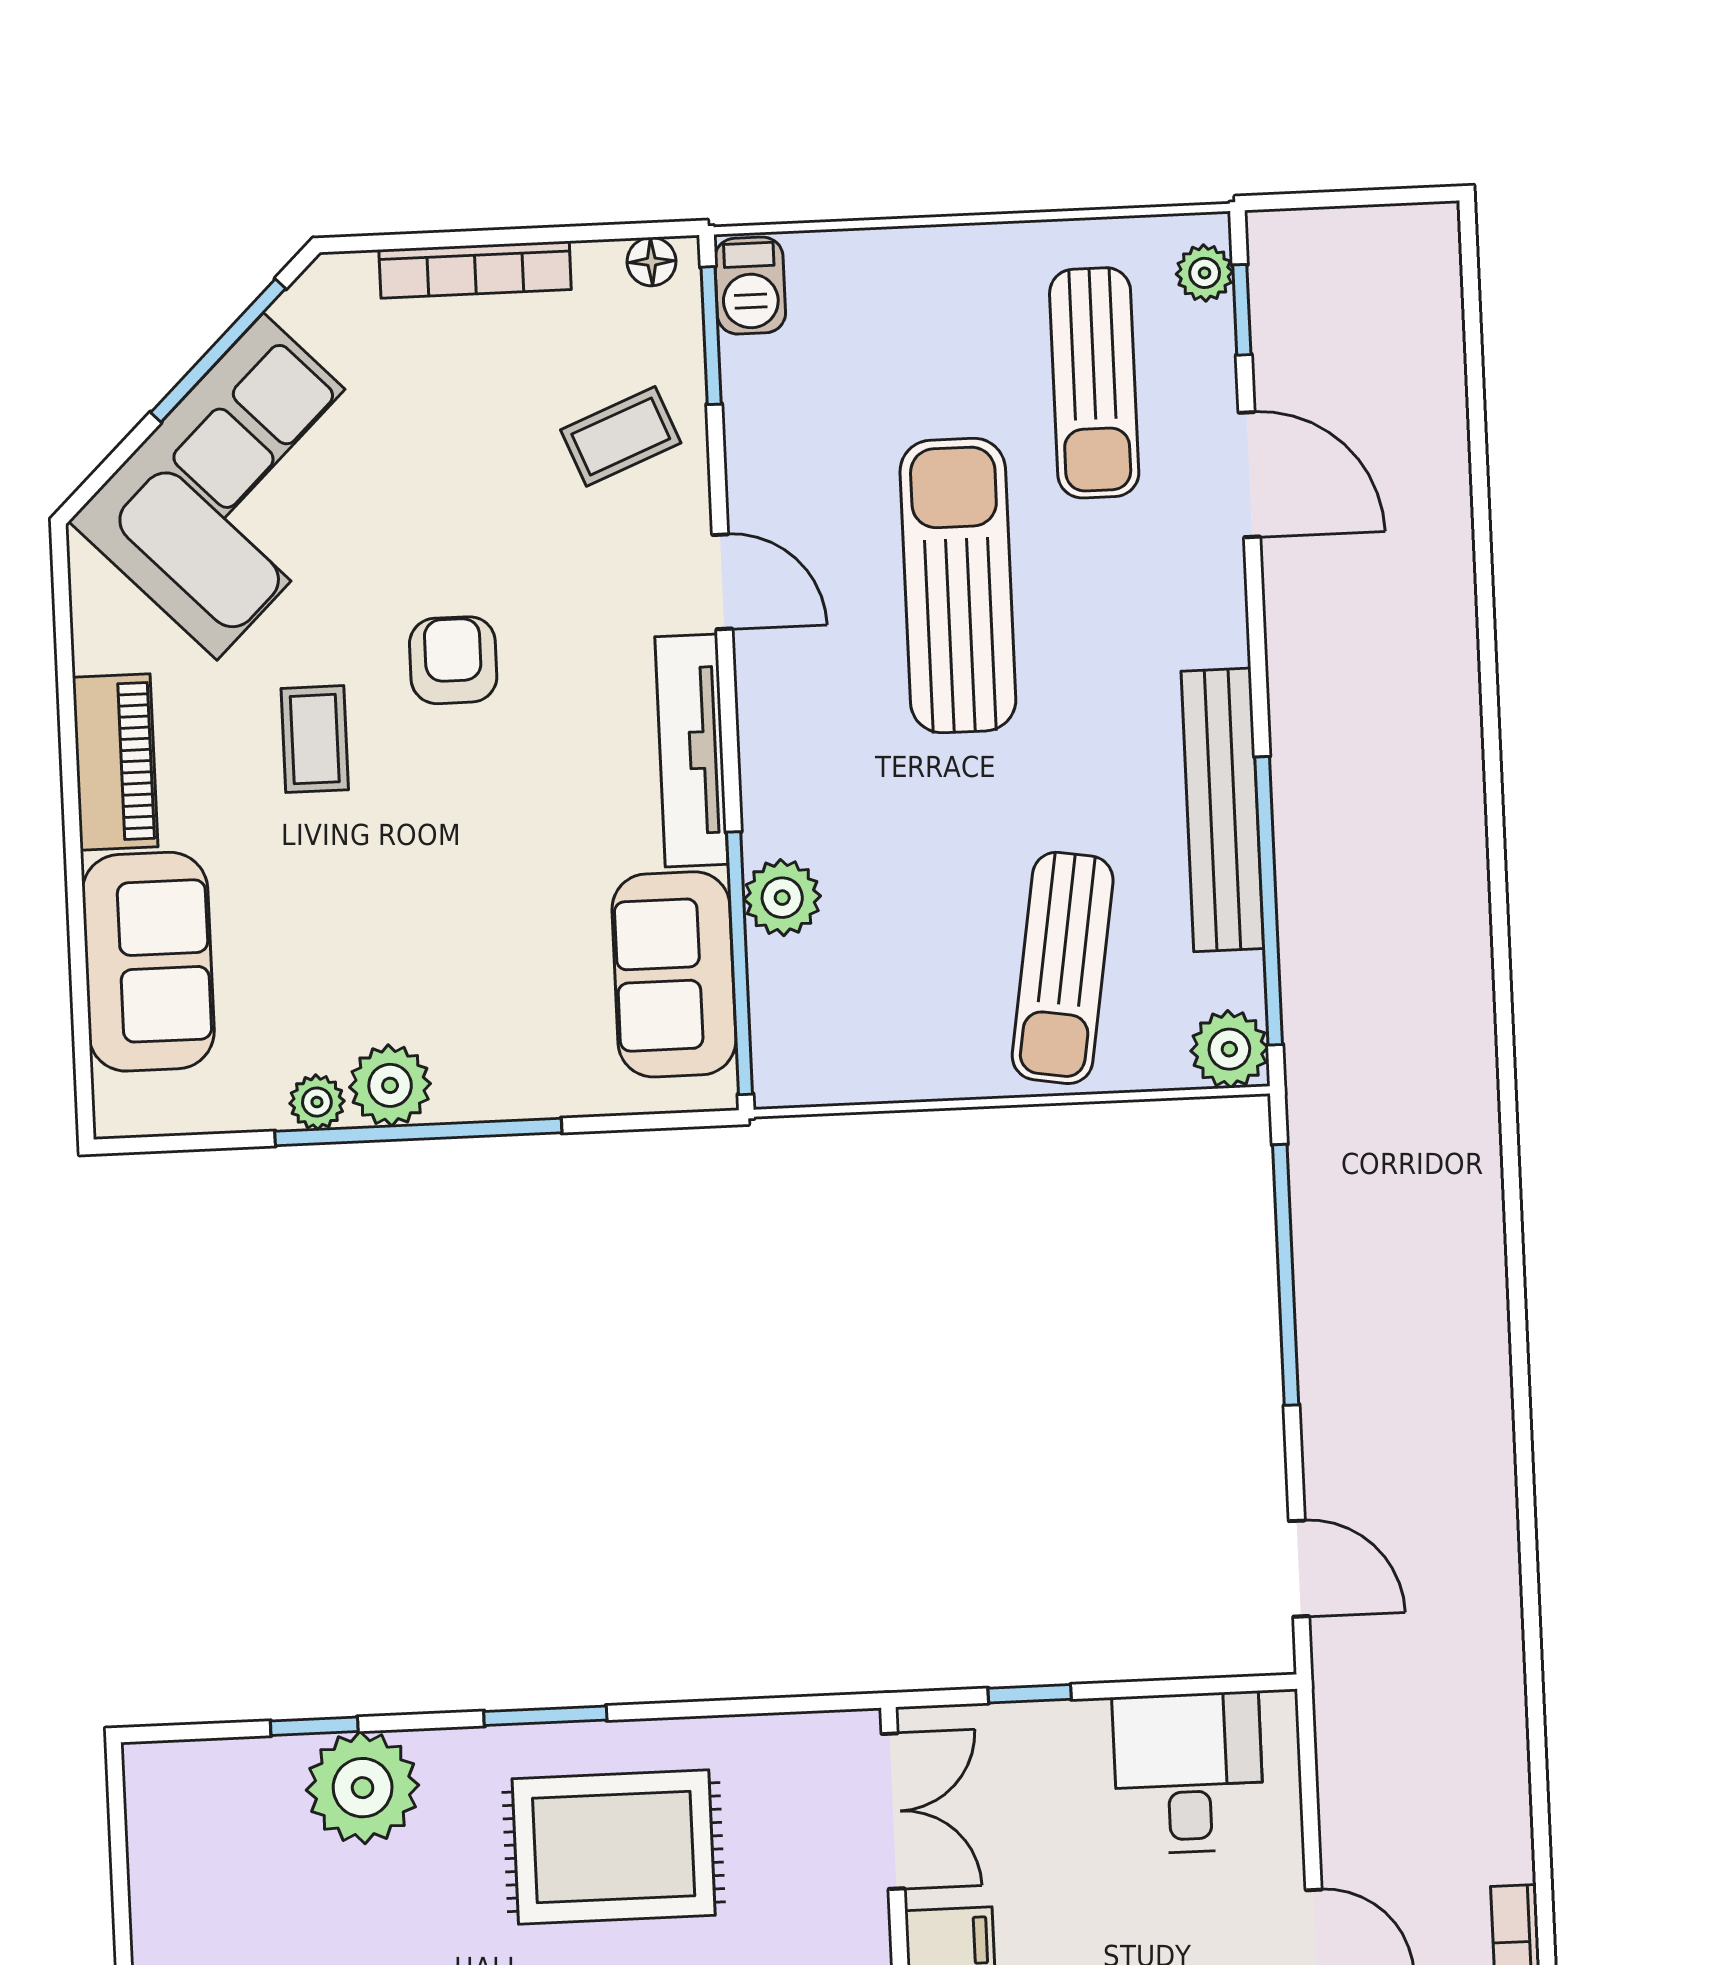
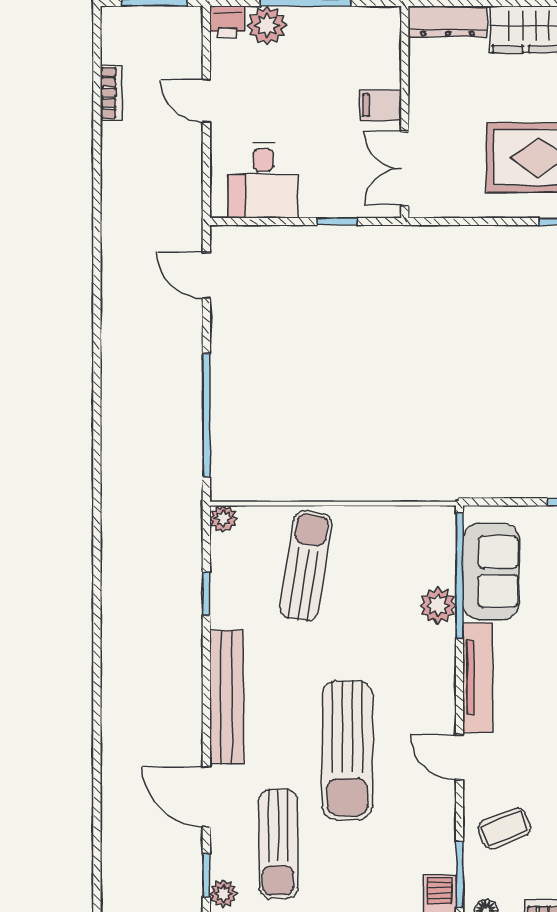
sun lounger: (1094, 383) -> (278, 844), turned 180
bench: (1222, 810) -> (226, 697), moved
window: (1269, 901) -> (206, 594), width x0.32
plant: (1229, 1049) -> (223, 519), width x0.73, depth x0.73

